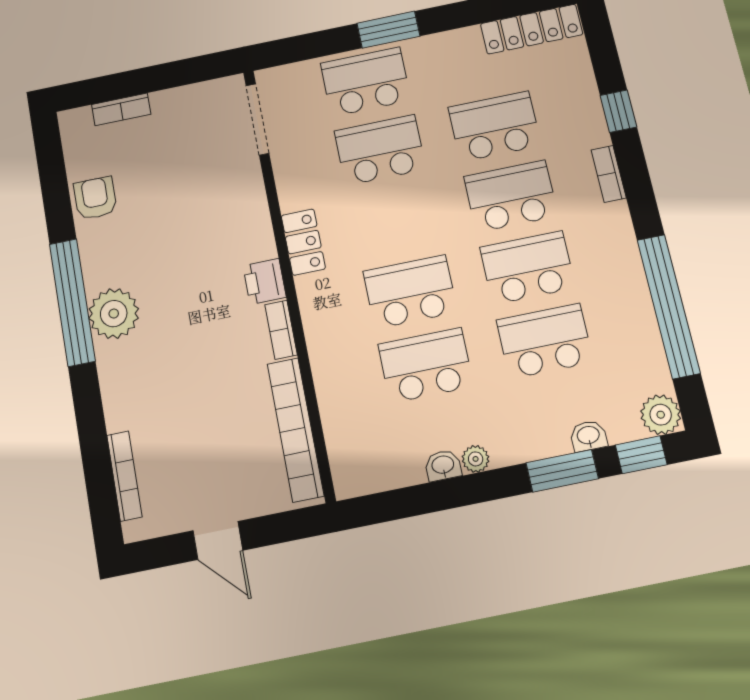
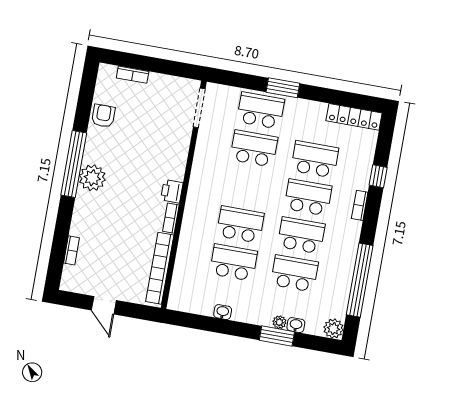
locker: (303, 242) -> (198, 179), removed
window: (641, 455) -> (316, 343), removed
plant: (476, 459) -> (279, 322), moved
bookcase: (124, 476) -> (71, 250), width x0.64

